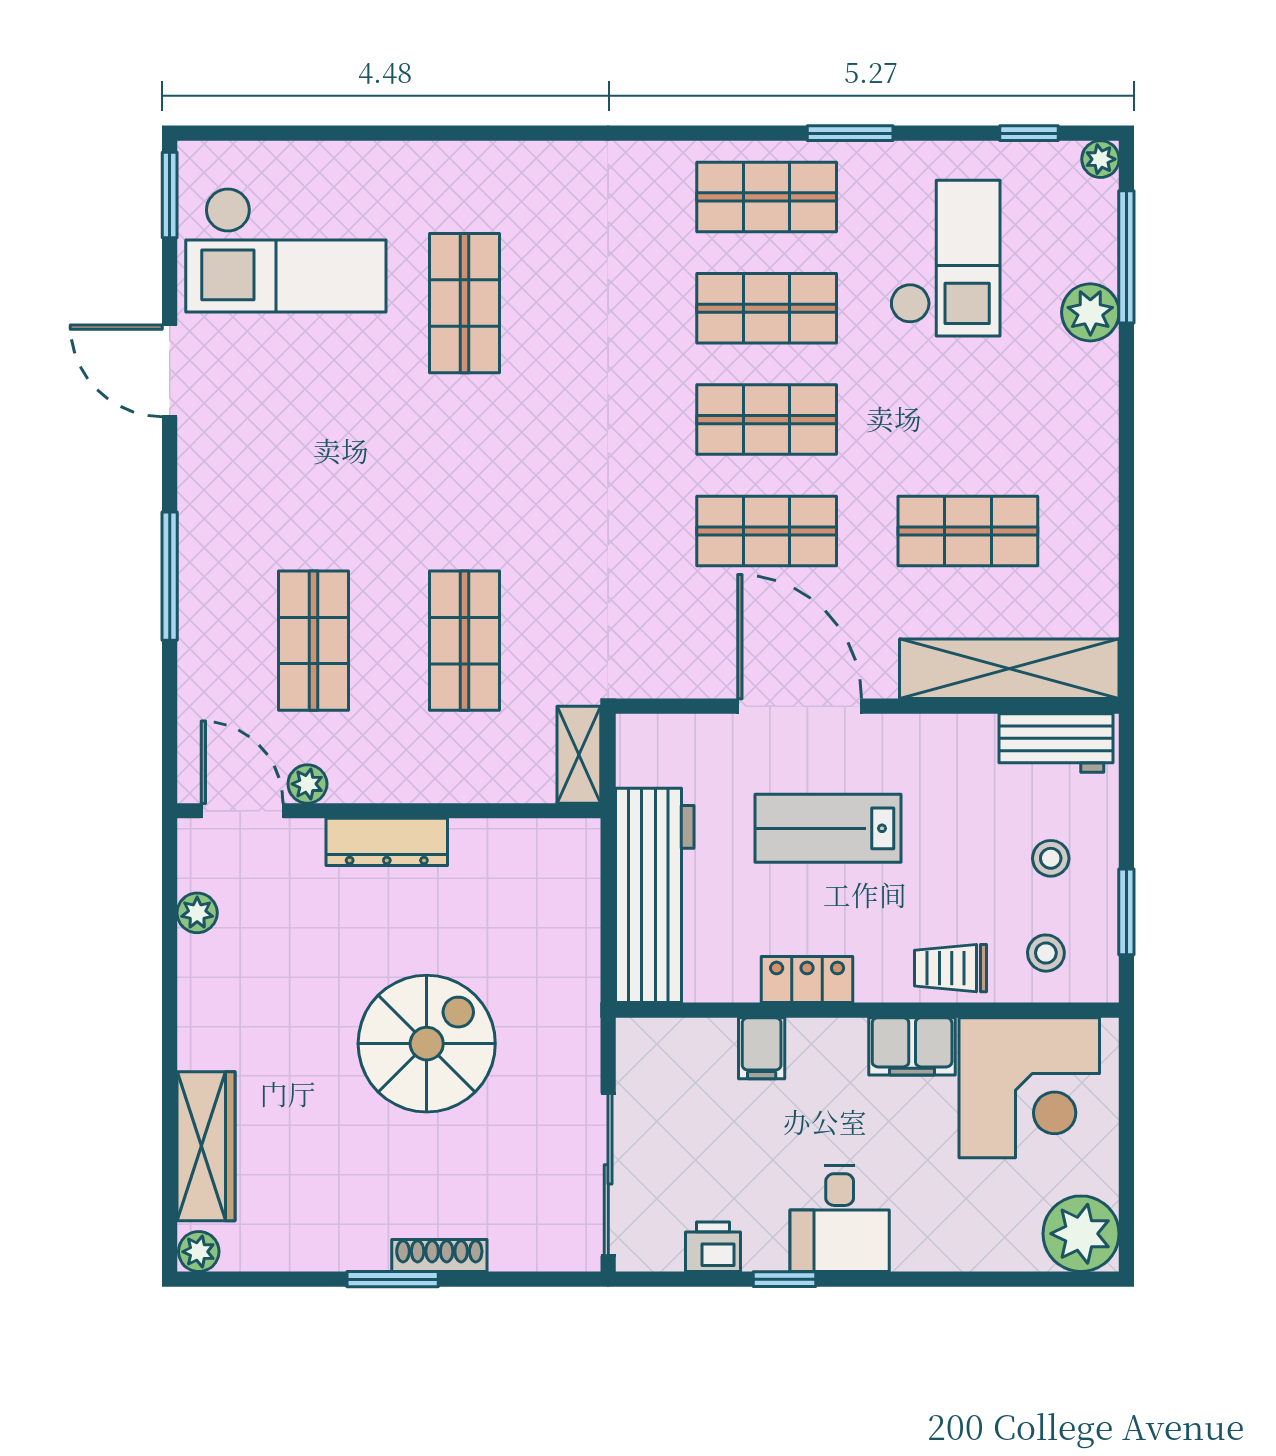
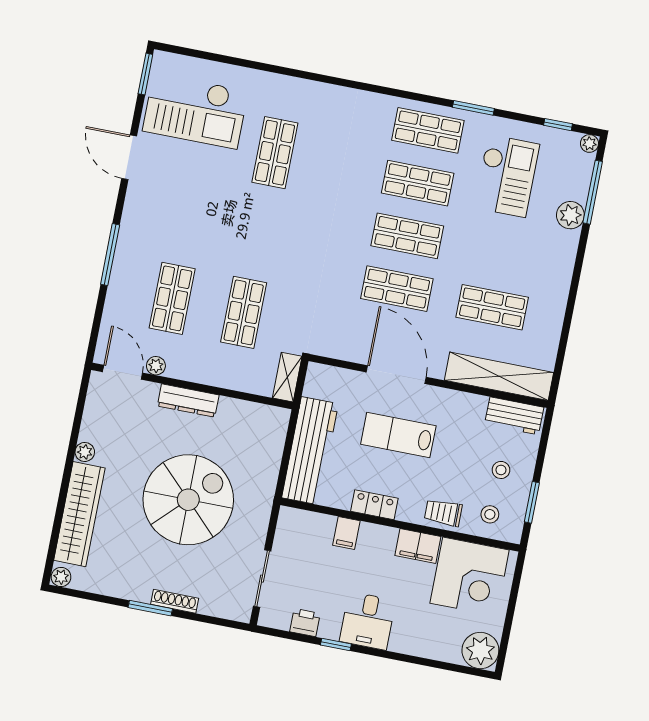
plant: (197, 913) -> (85, 452), moved
spiral stairs: (427, 1044) -> (188, 500), width x1.37, depth x1.37
wardrobe: (206, 1146) -> (79, 514), width x1.40, depth x1.17
sliding door: (608, 1174) -> (262, 579), width x0.73

